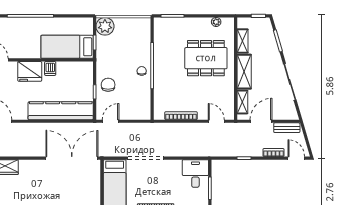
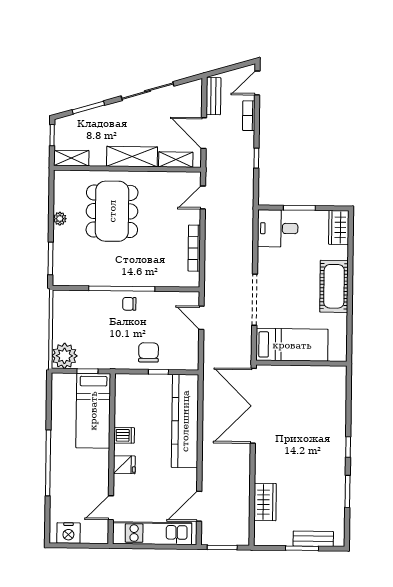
plant: (216, 22) -> (60, 219), moved
shelving: (243, 41) -> (71, 158), moved
fridge: (30, 71) -> (124, 465), width x0.53, depth x0.75
chair: (108, 85) -> (149, 352), turned 90
door: (111, 121) -> (201, 318), moved

